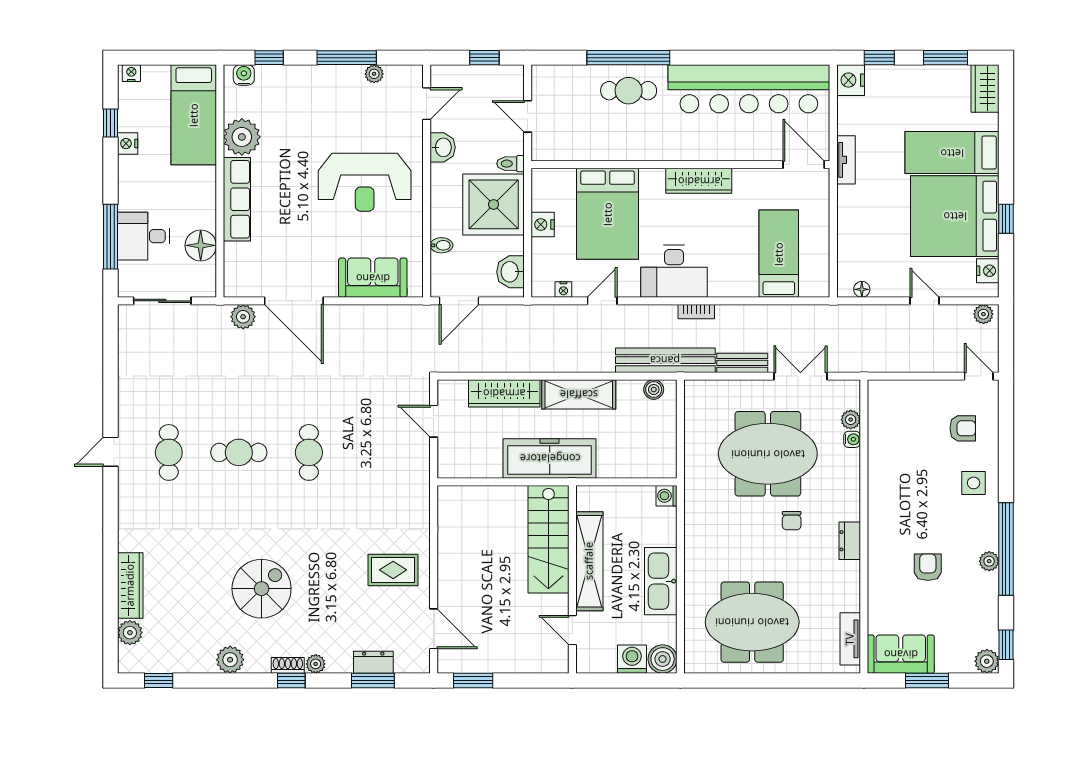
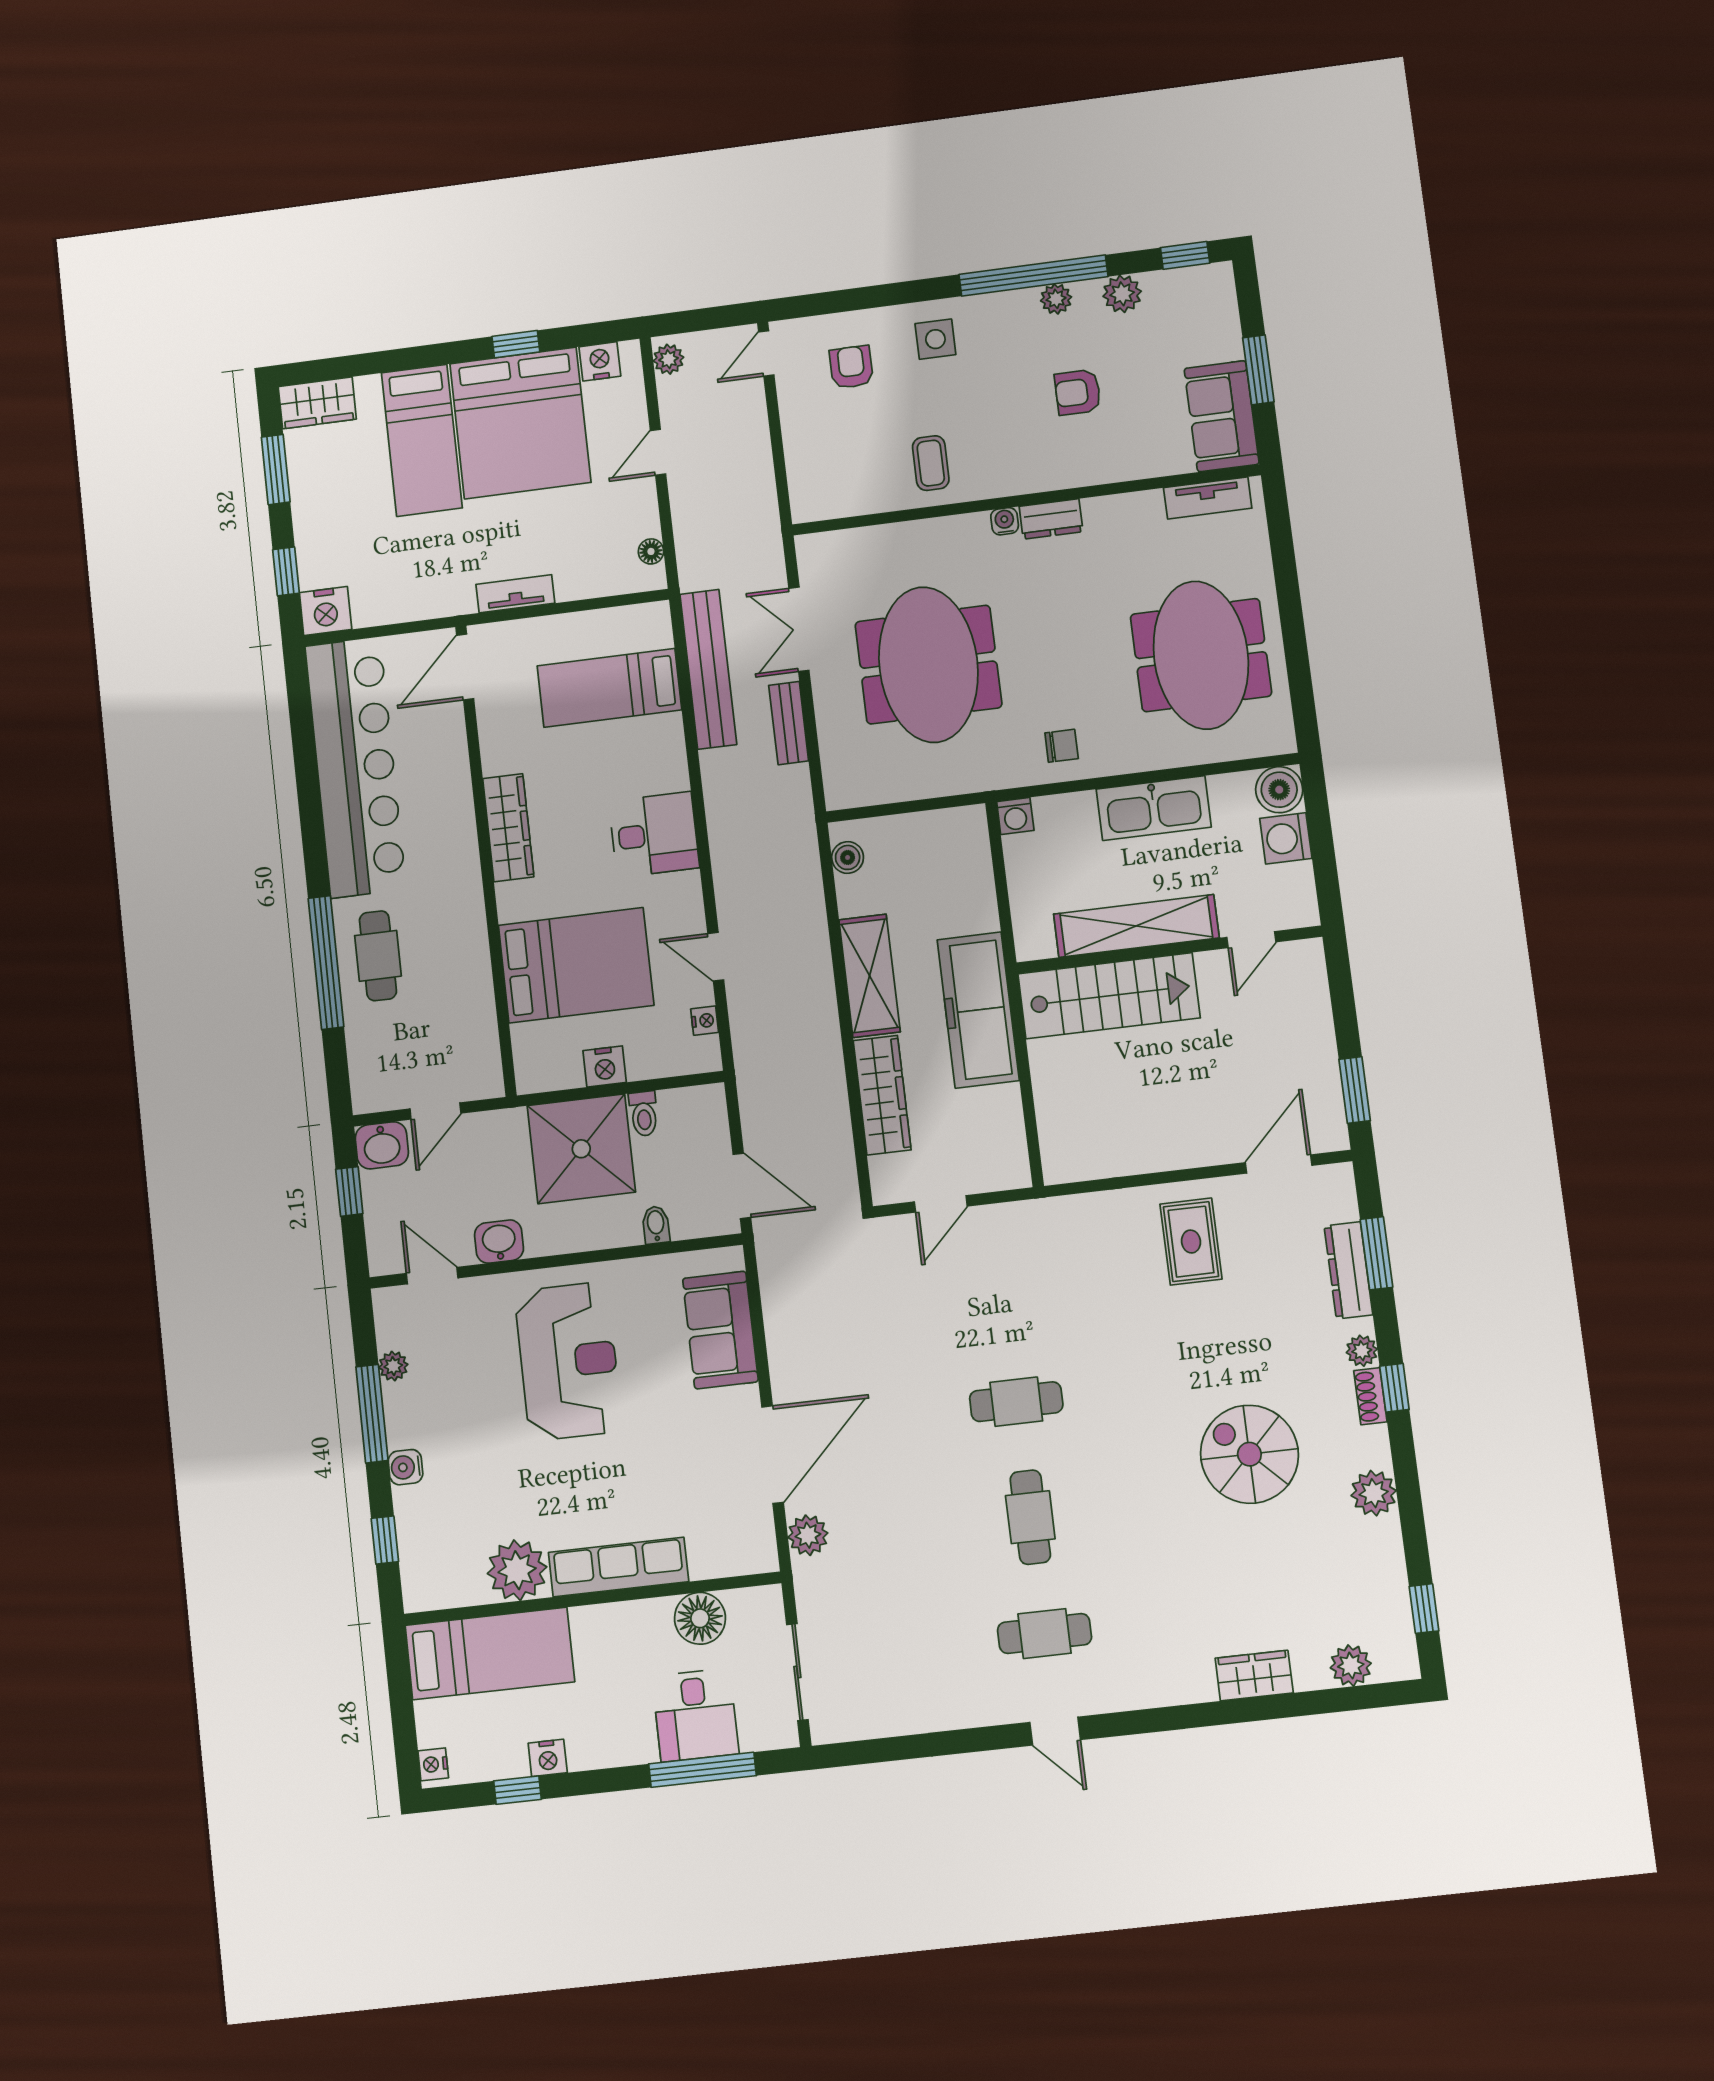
water cooler: (244, 75) -> (406, 1467), moved
tv unit: (846, 160) -> (515, 594), moved
toilet: (511, 164) -> (644, 1114), moved
desk: (674, 271) -> (654, 834), width x0.73
washbasin: (510, 272) -> (382, 1145), moved
bookcase: (696, 312) -> (716, 806), removed
bench: (665, 360) -> (708, 669), moved
plant: (851, 420) -> (858, 542), removed
water cooler: (852, 439) -> (1005, 521), moved
coffee table: (895, 471) -> (931, 463), added
chair: (792, 521) -> (1062, 746), moved
wardrobe: (130, 585) -> (1254, 1676), width x0.67
plant: (987, 661) -> (1122, 294), moved
dresser: (373, 662) -> (1348, 1270), width x1.44

